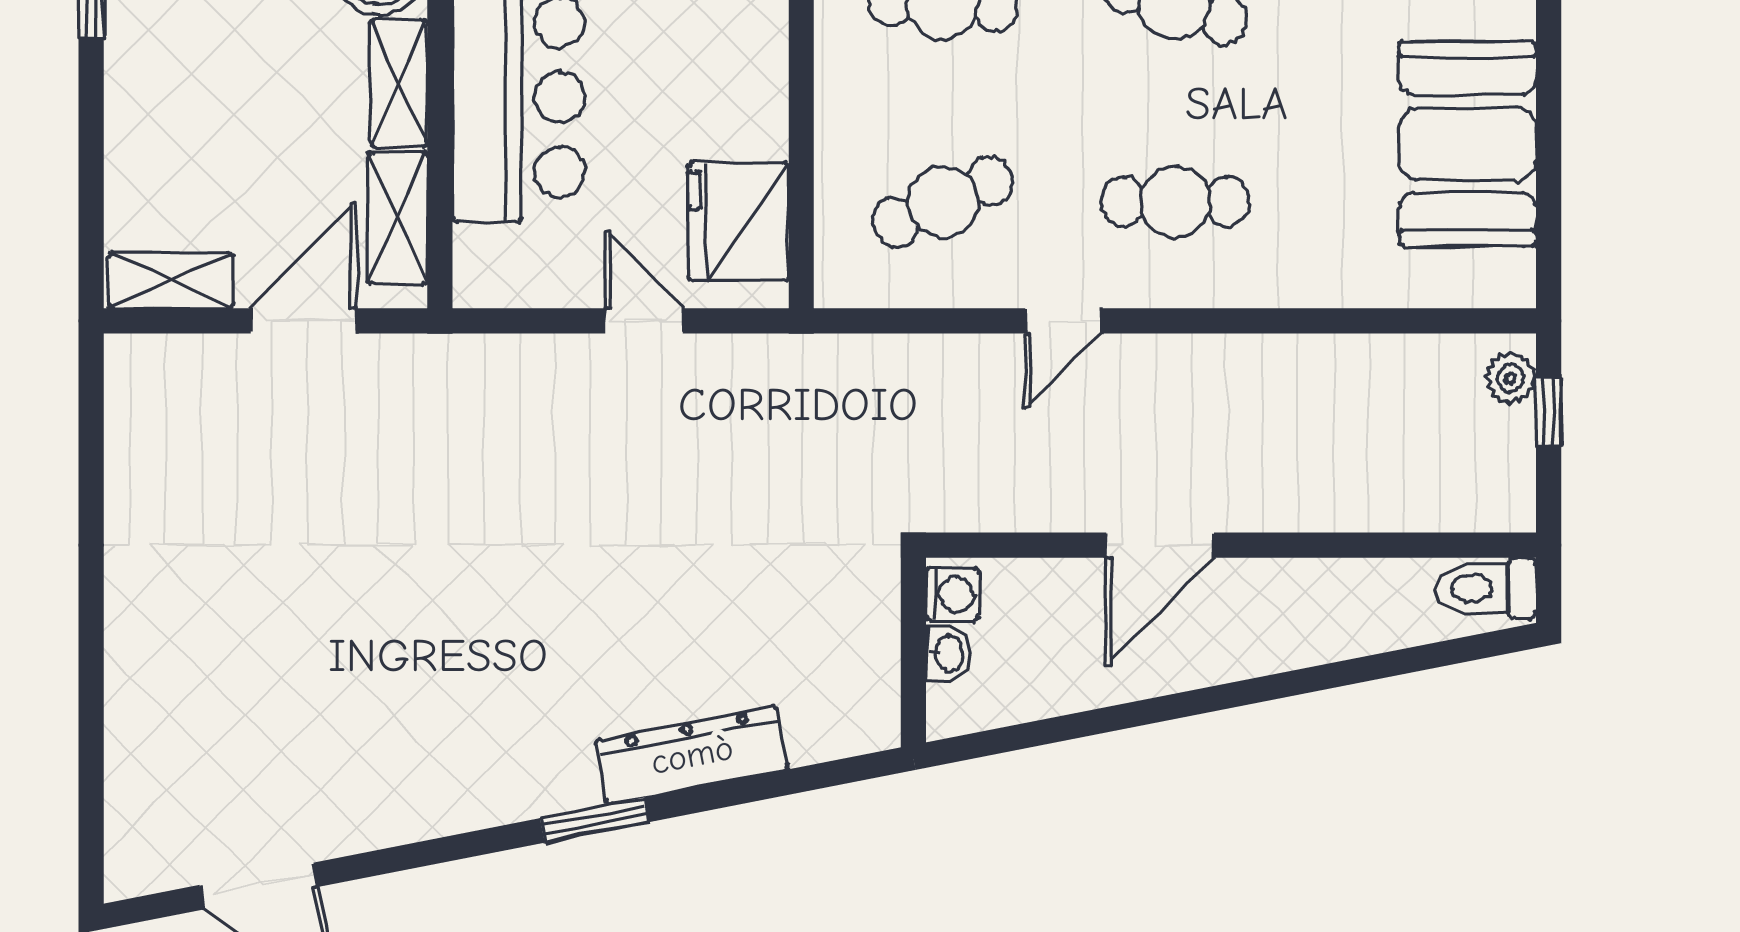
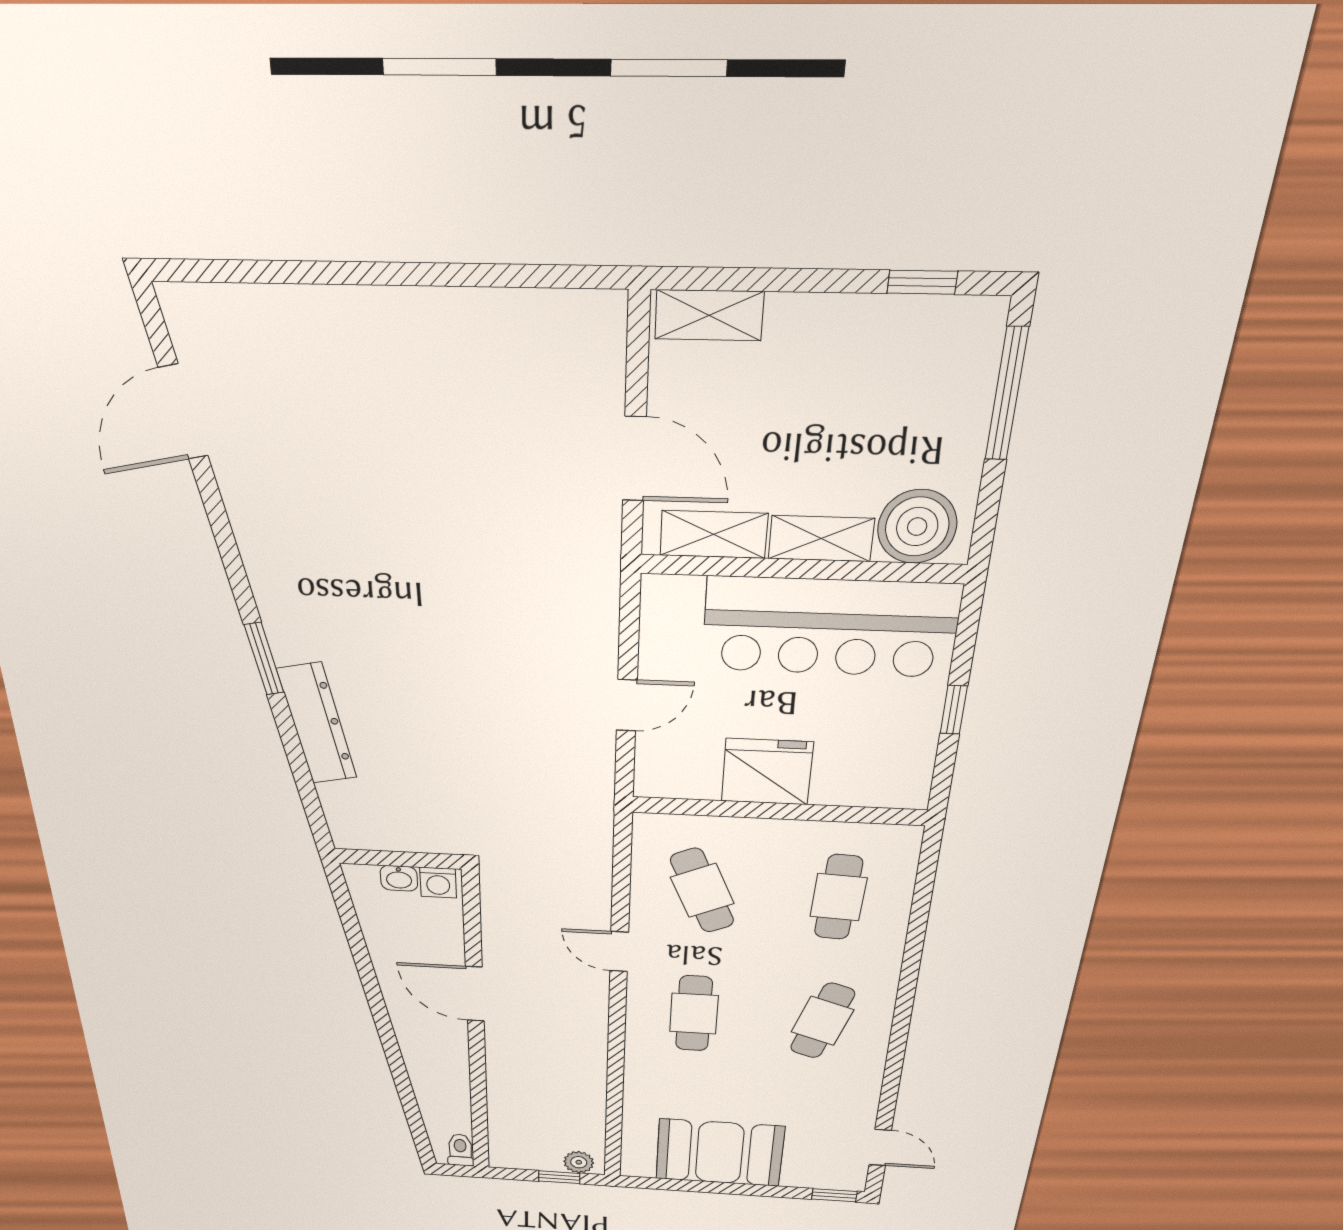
fridge: (738, 222) -> (767, 772), moved
shelving: (171, 281) -> (709, 315), moved, turned 90
toilet: (1486, 588) -> (460, 1150), width x0.73, depth x0.72

